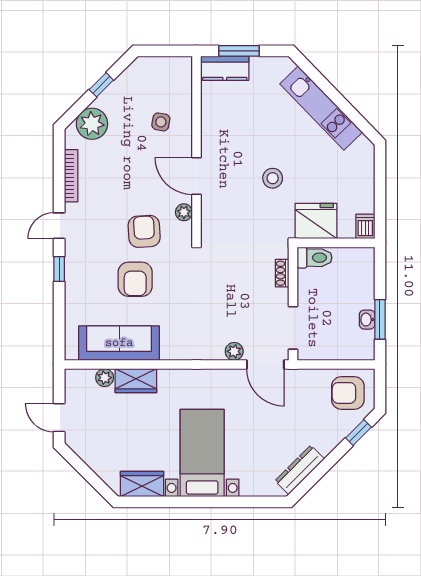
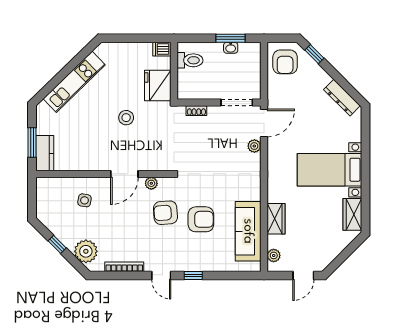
toilet: (315, 258) -> (190, 60), moved, turned 90
plant: (105, 378) -> (274, 255), moved

